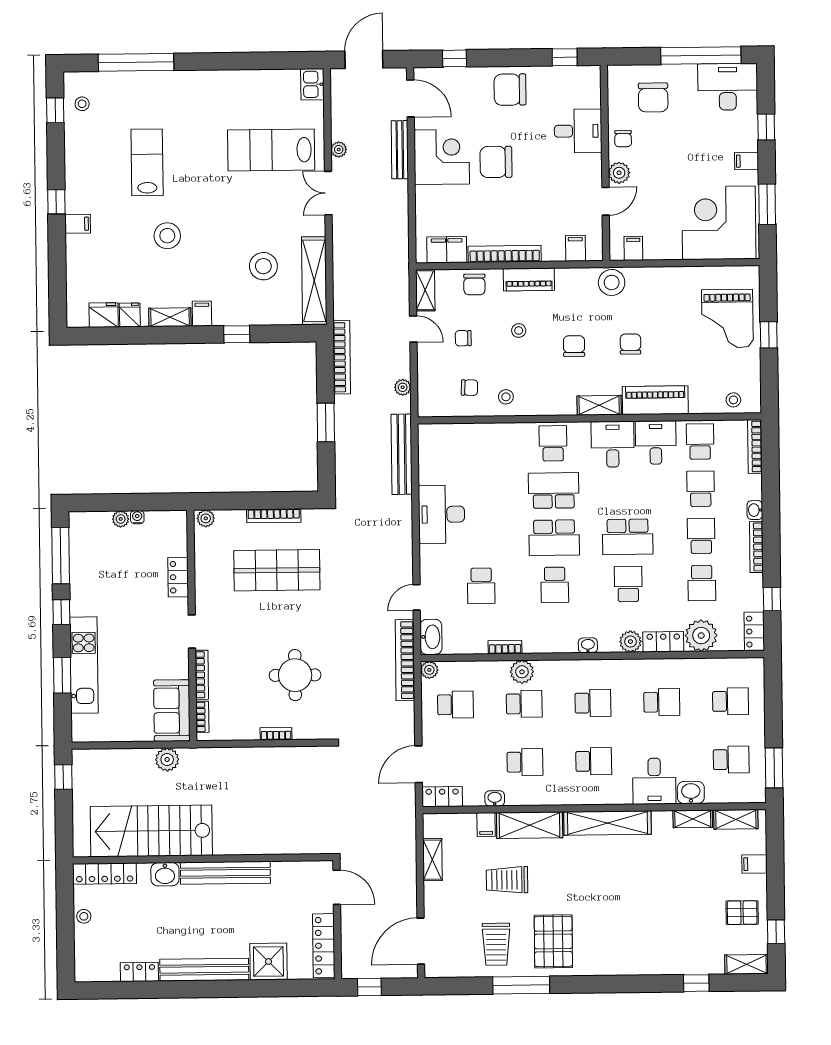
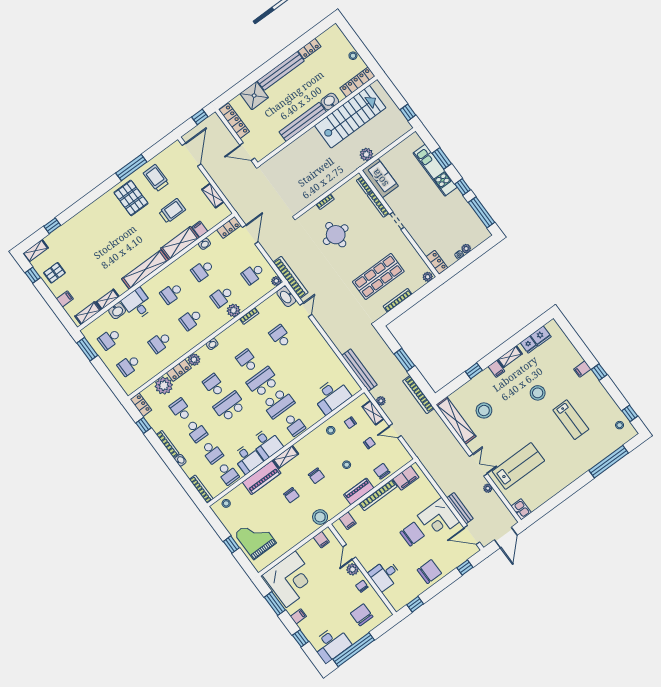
shelving: (425, 290) -> (373, 413), moved
desk: (442, 514) -> (332, 396), moved, turned 90
locker: (178, 577) -> (437, 262), moved
school desk: (628, 584) -> (214, 385), turned 180

